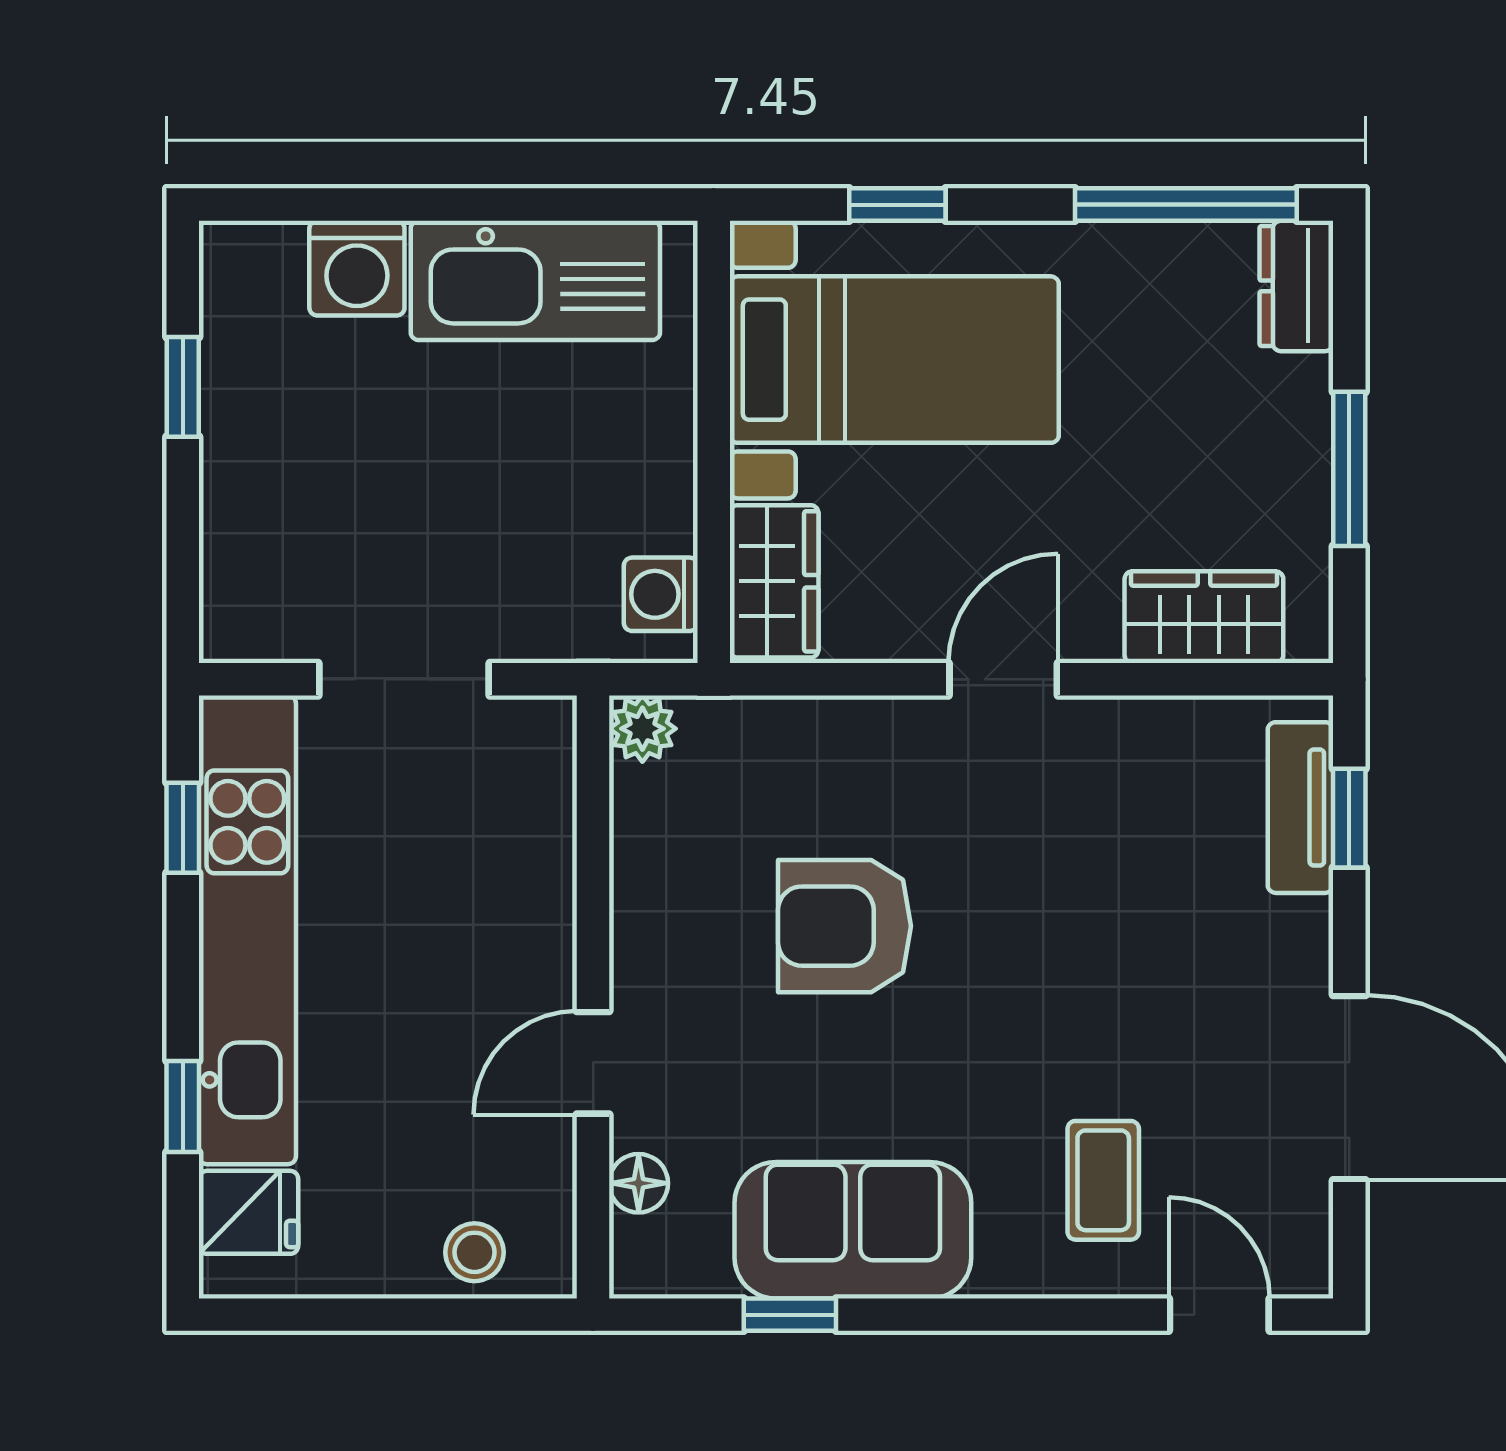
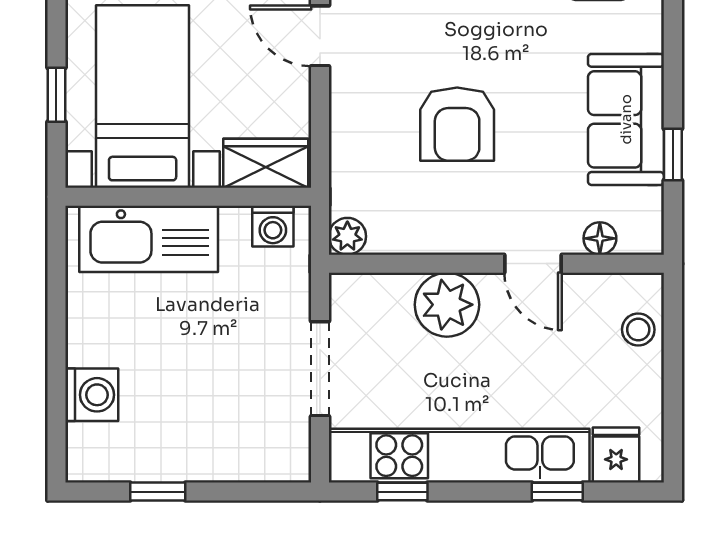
kitchen sink: (535, 280) -> (149, 239), moved, turned 90
plant: (519, 908) -> (447, 305), added

